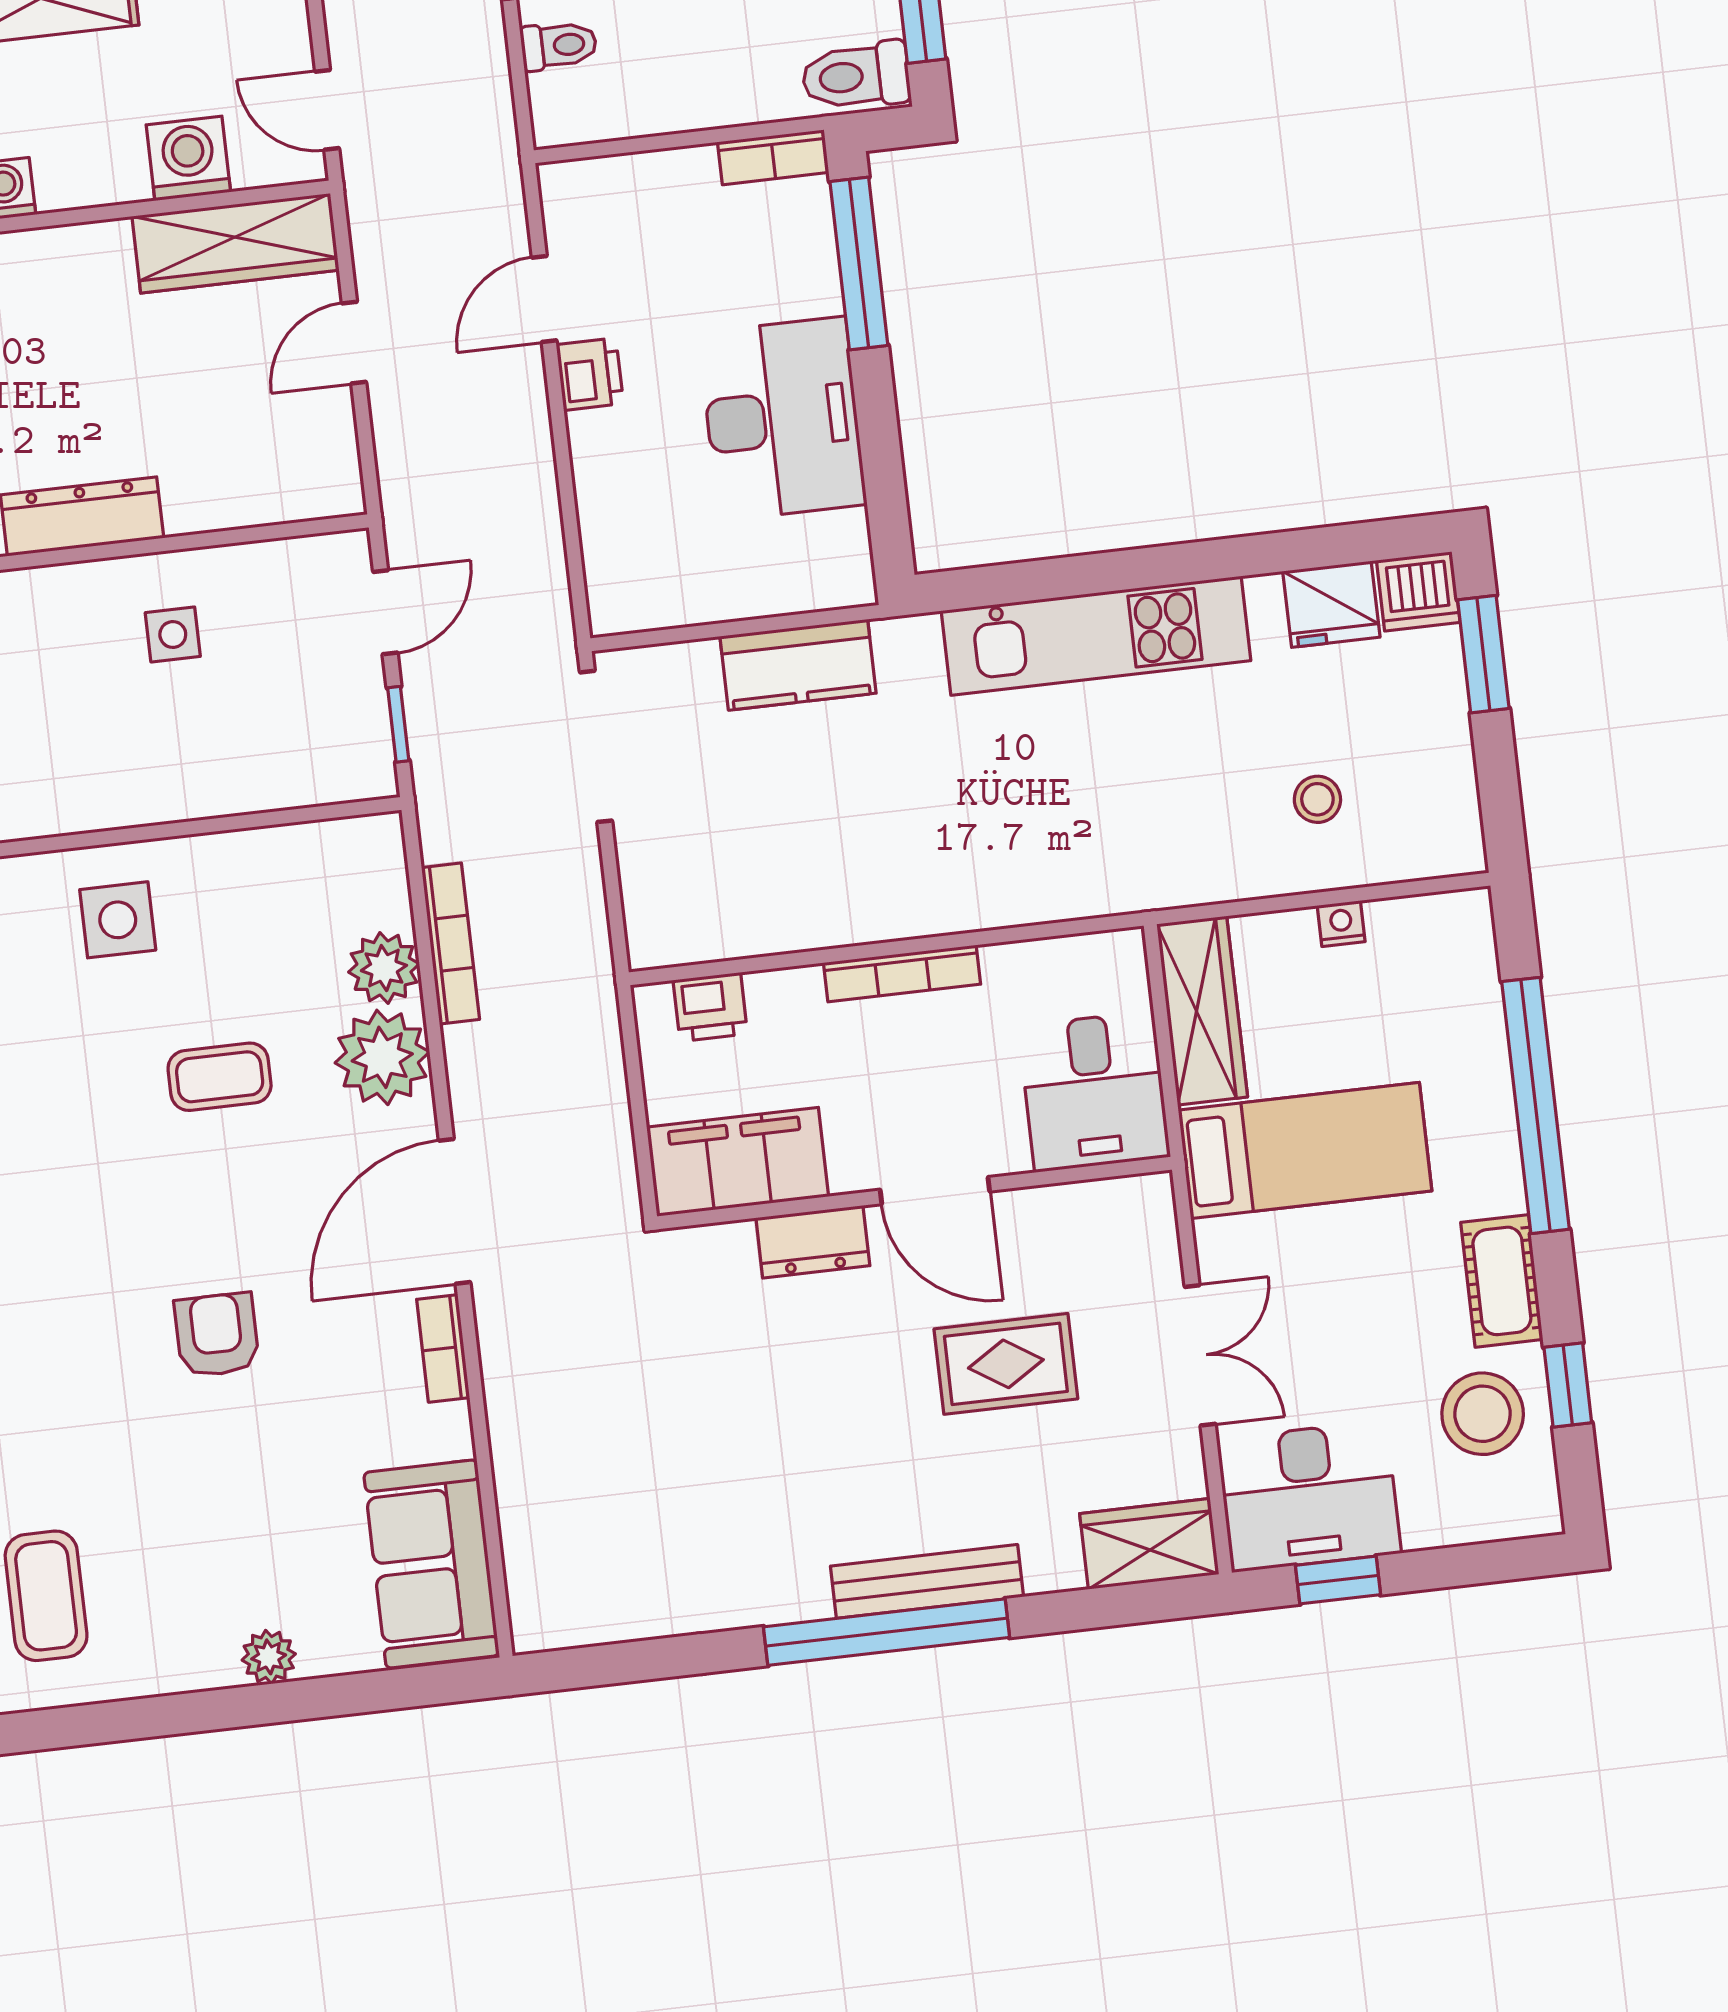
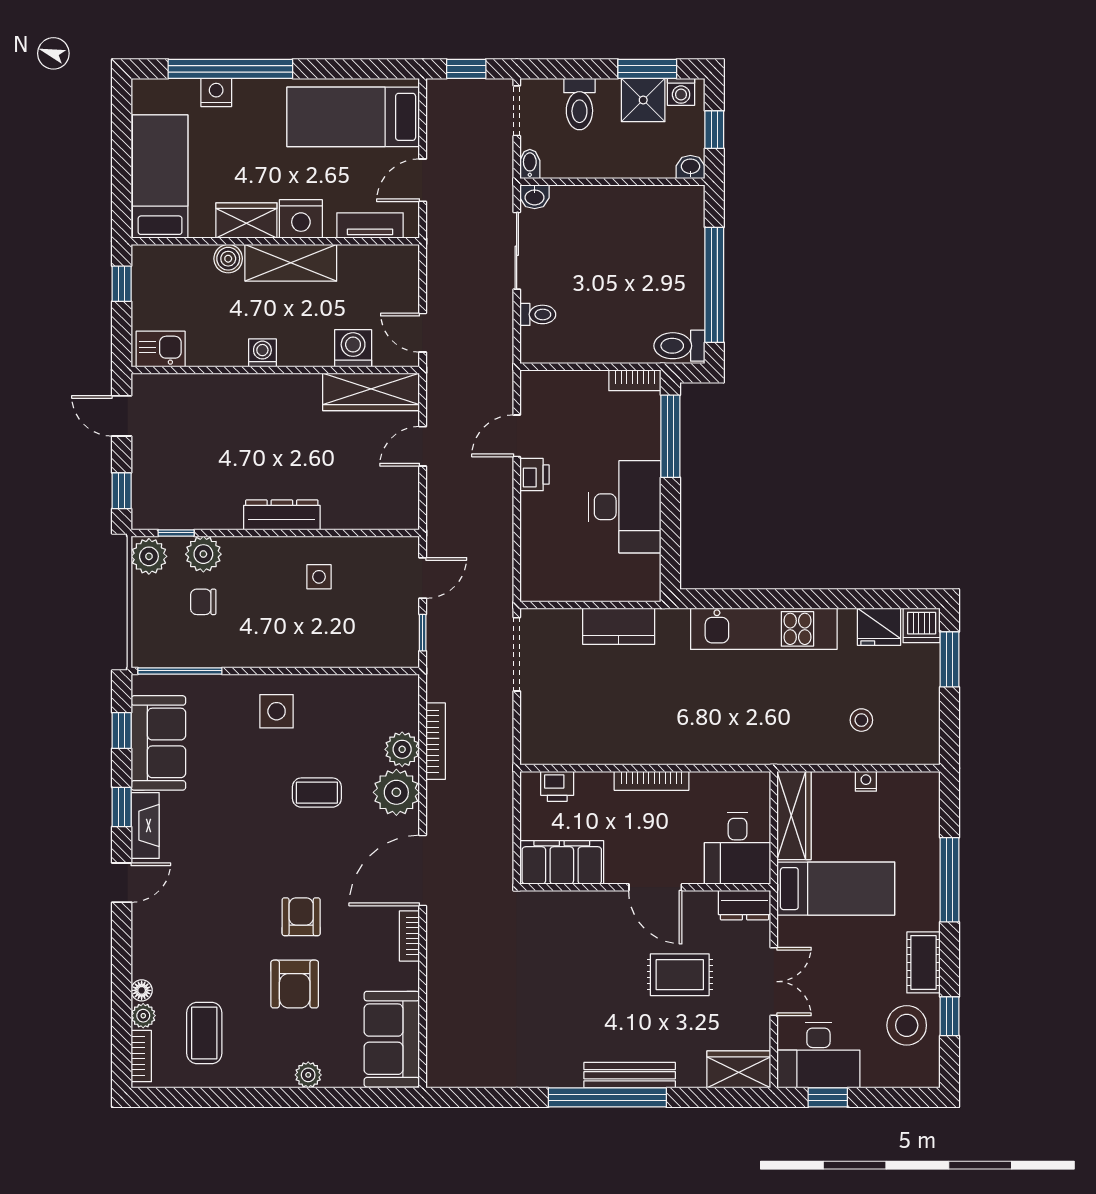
window: (1536, 1105) -> (949, 880), width x0.68
dresser: (813, 1242) -> (745, 905), moved
armchair: (219, 1474) -> (295, 984), added

